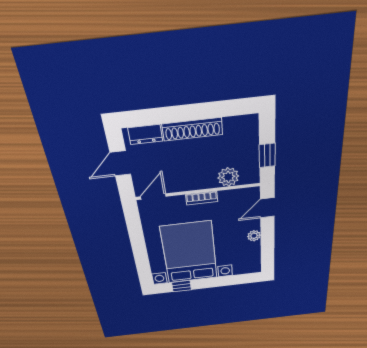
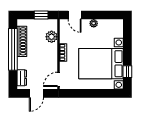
window: (199, 111) -> (13, 49), added
shoe rack: (192, 129) -> (22, 41), moved
door: (120, 164) -> (36, 93), hinge flipped
door: (153, 197) -> (59, 79), hinge flipped

